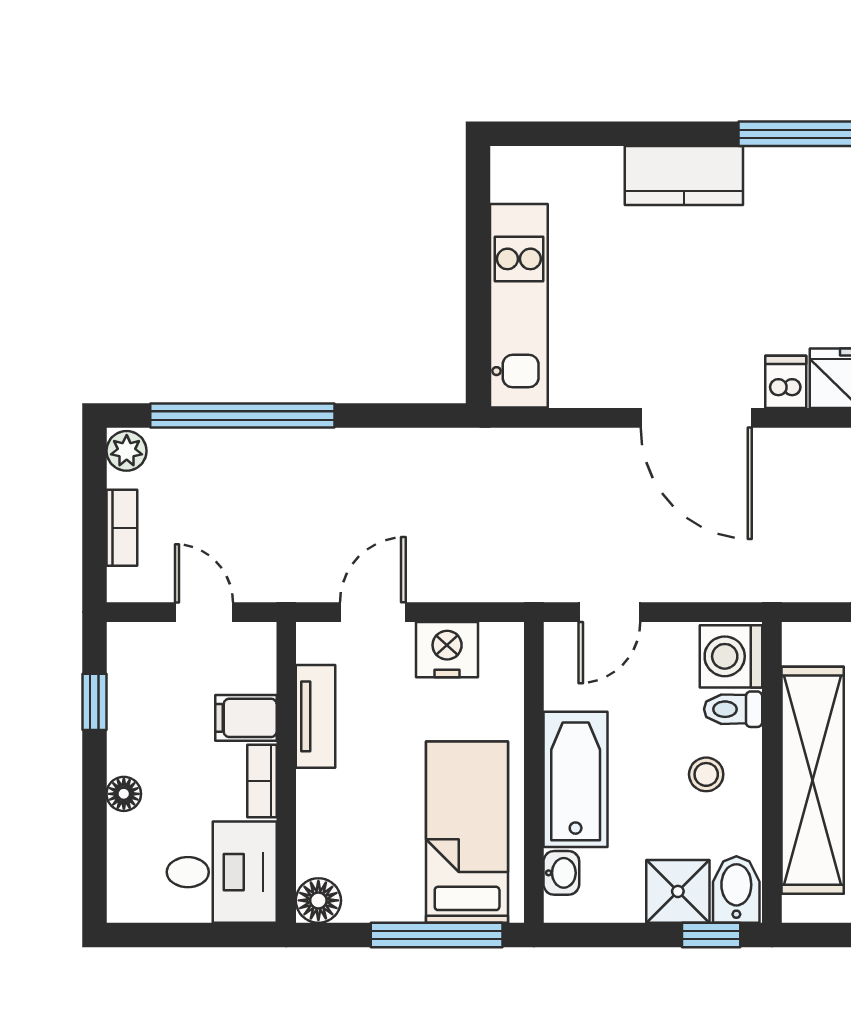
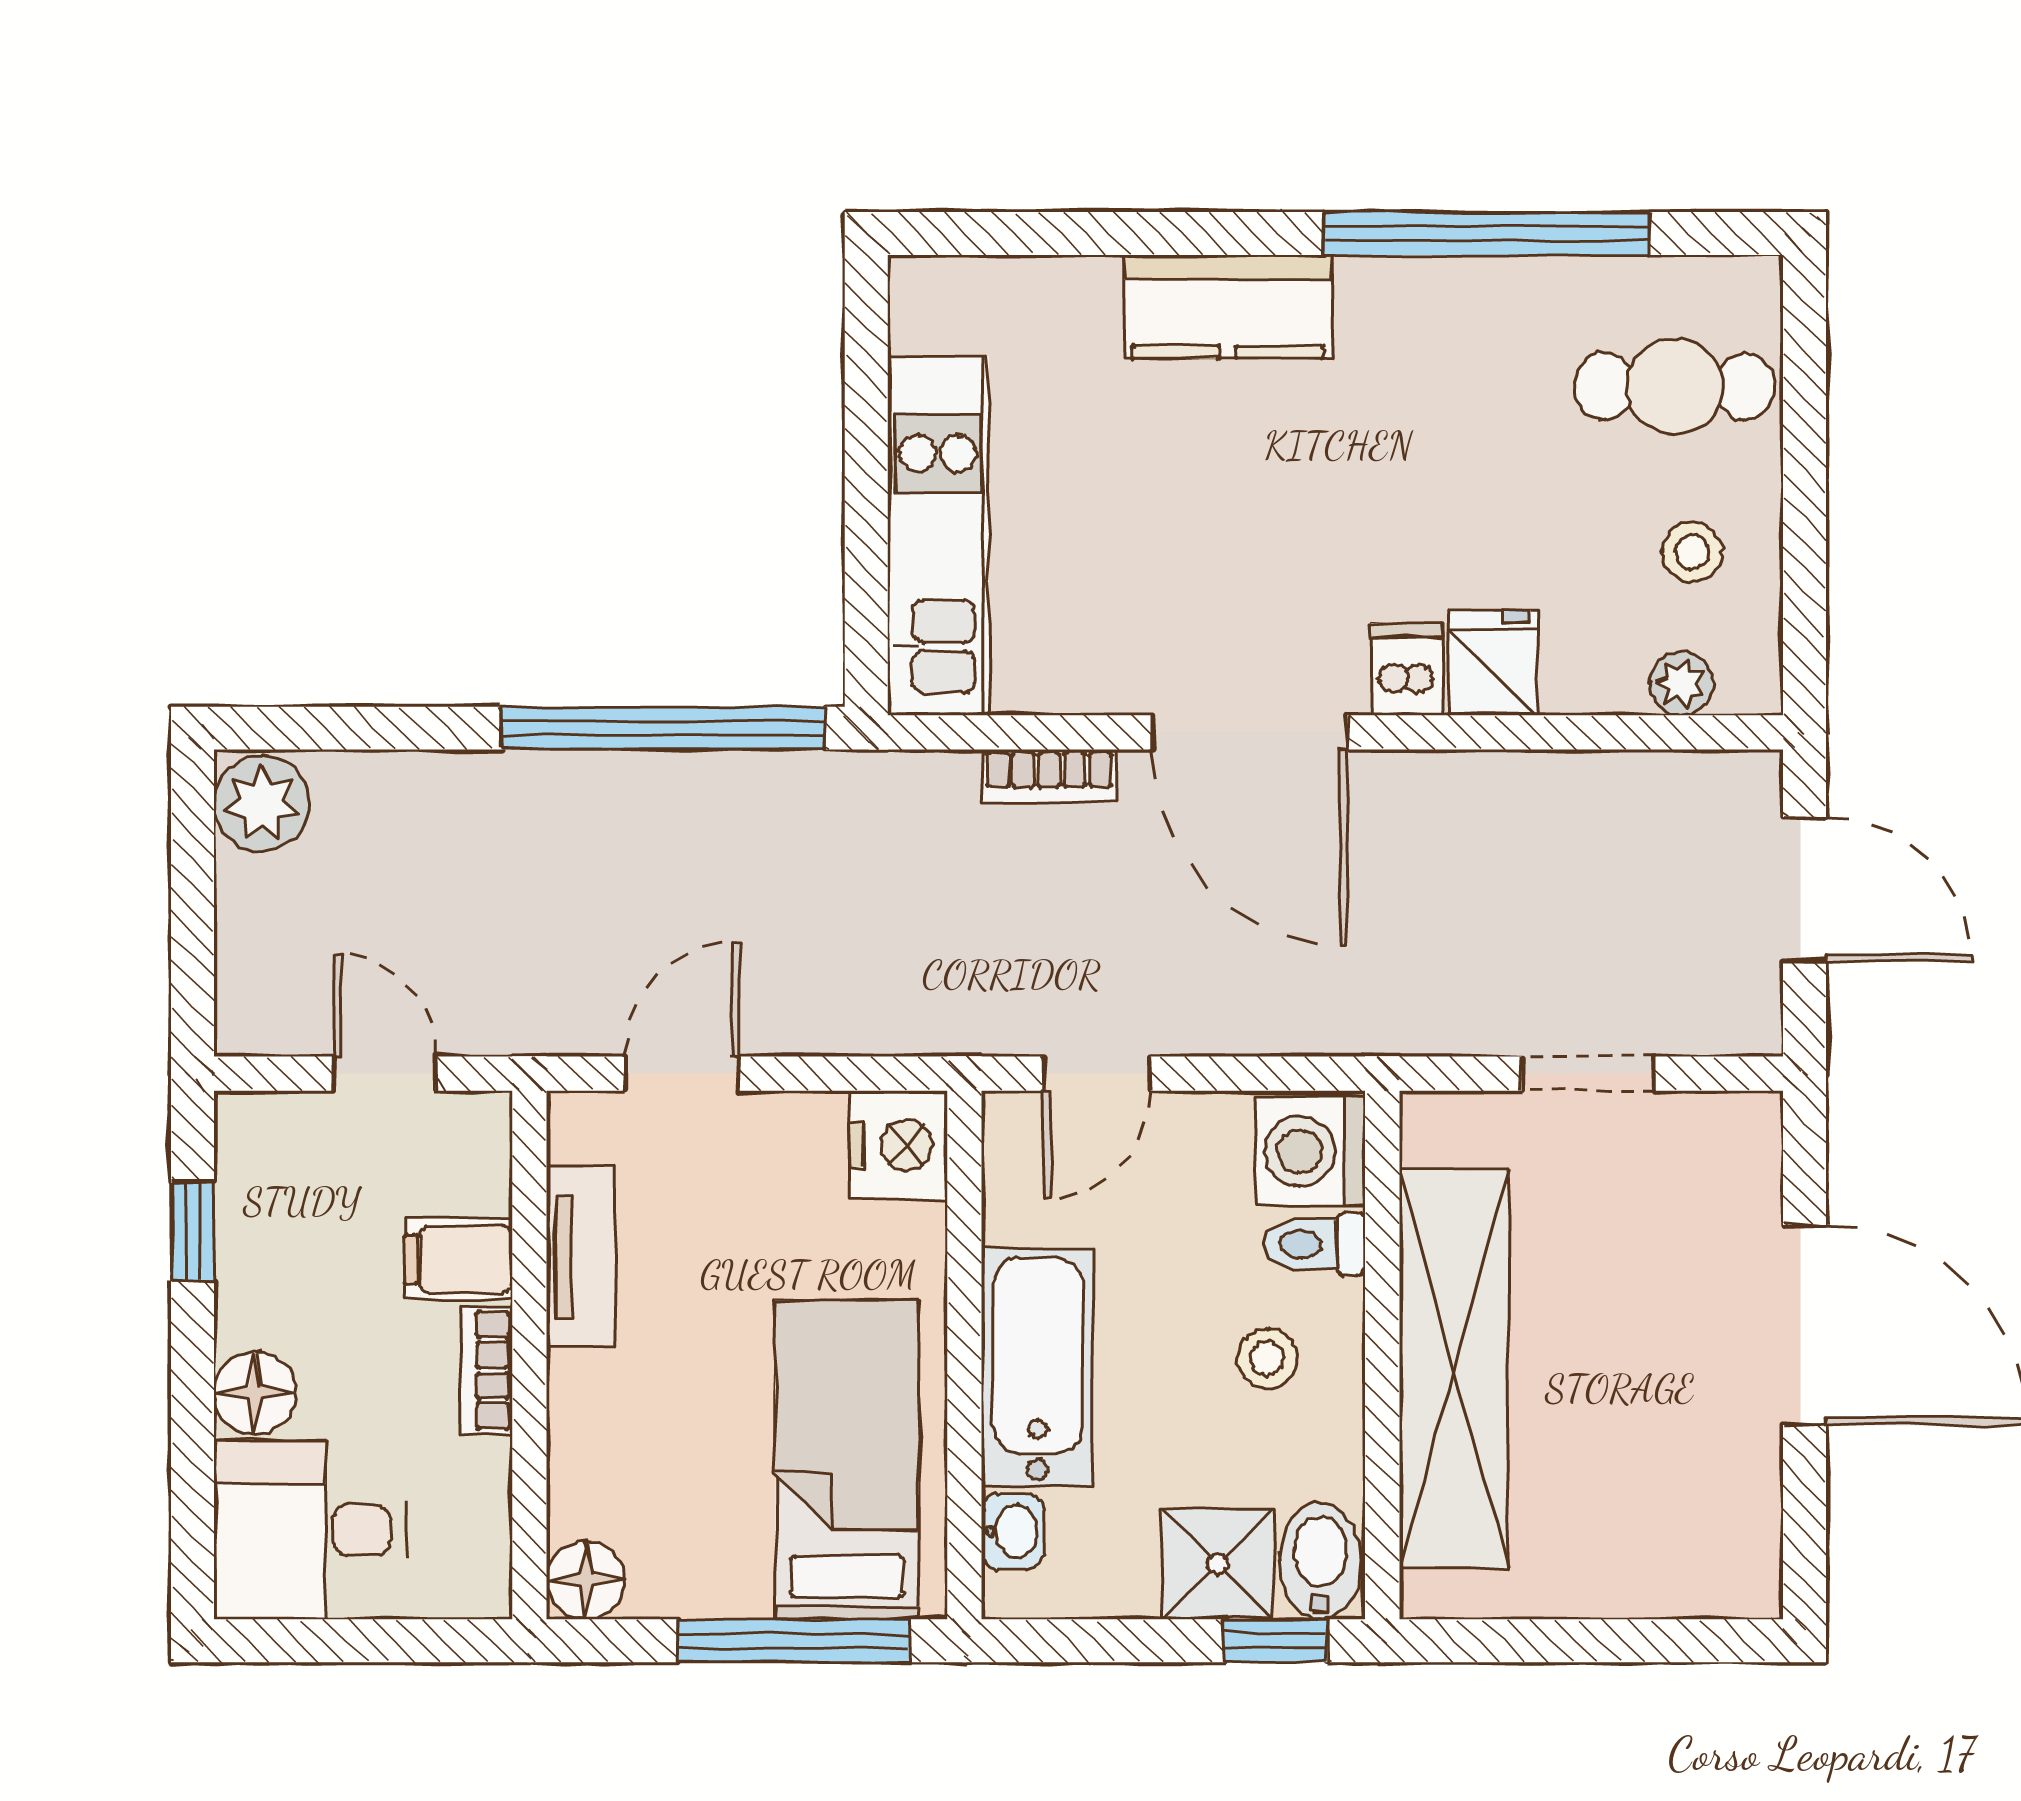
window: (242, 415) -> (663, 728), moved
plant: (127, 451) -> (262, 804), width x1.38, depth x1.38
bookcase: (122, 528) -> (1049, 776), moved, turned 90
nightstand: (447, 650) -> (899, 1145), moved, turned 90
floor lamp: (124, 794) -> (255, 1393), width x1.37, depth x1.37
desk: (222, 872) -> (310, 1530), moved, turned 180

